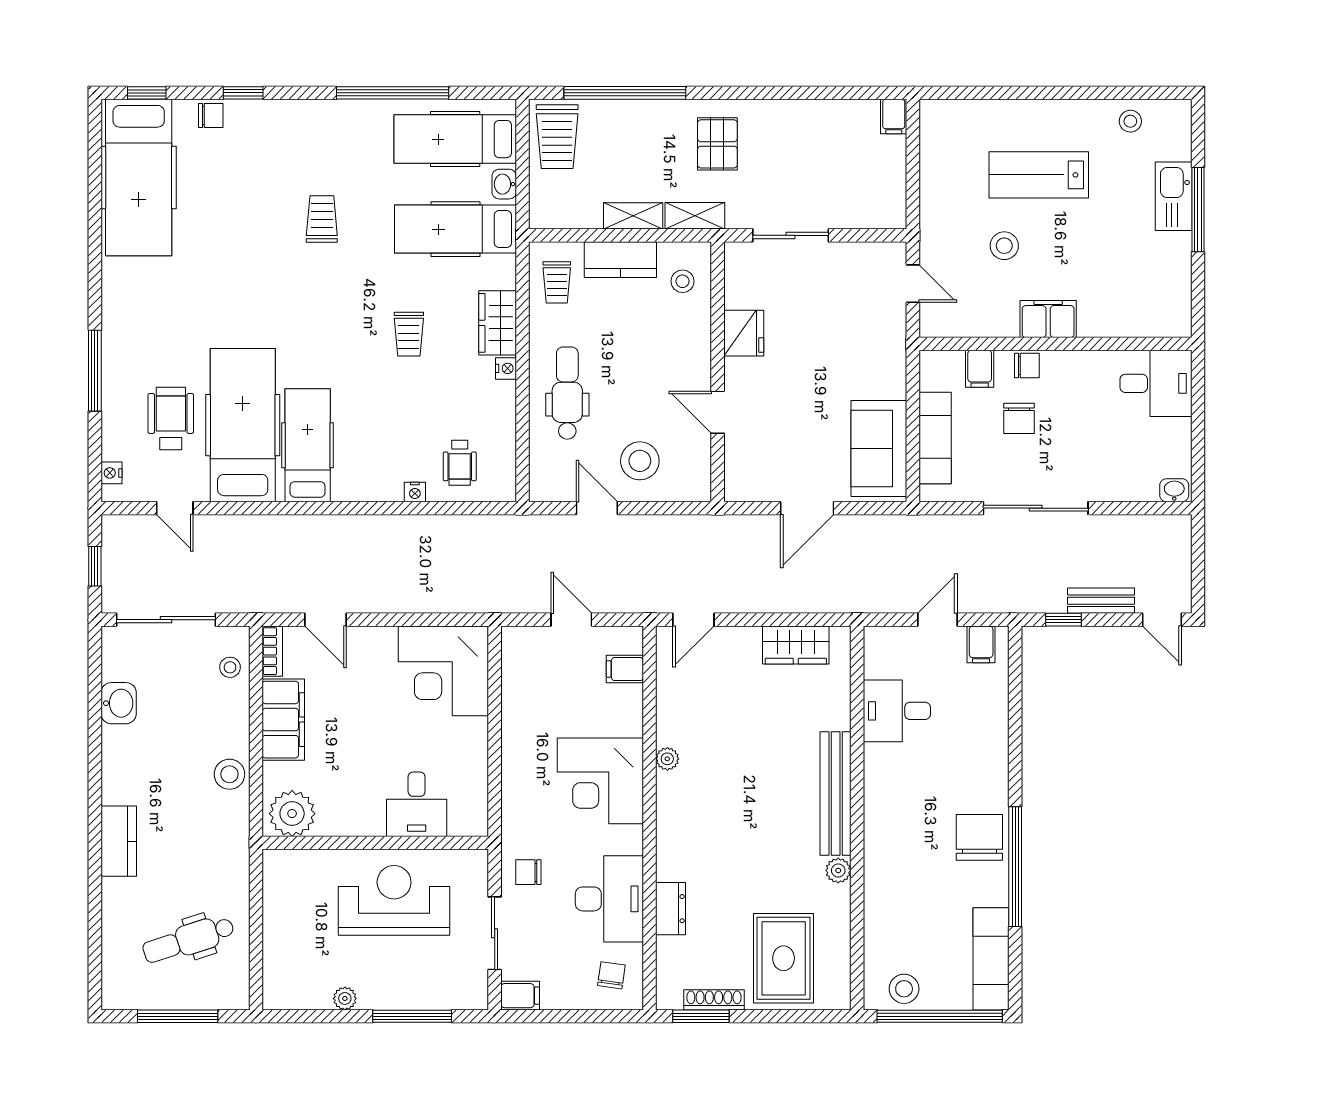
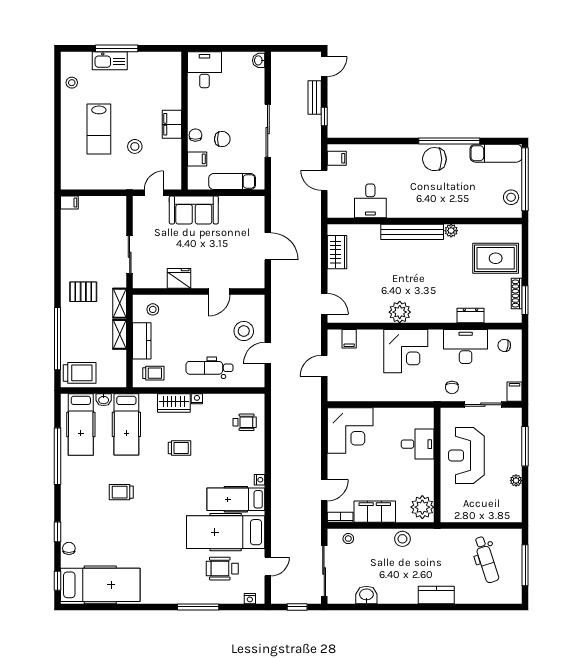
sofa: (879, 449) -> (194, 210), moved
nightstand: (415, 492) -> (259, 480), moved
plant: (667, 759) -> (400, 312), width x1.87, depth x1.87

